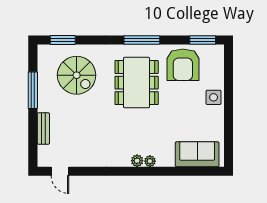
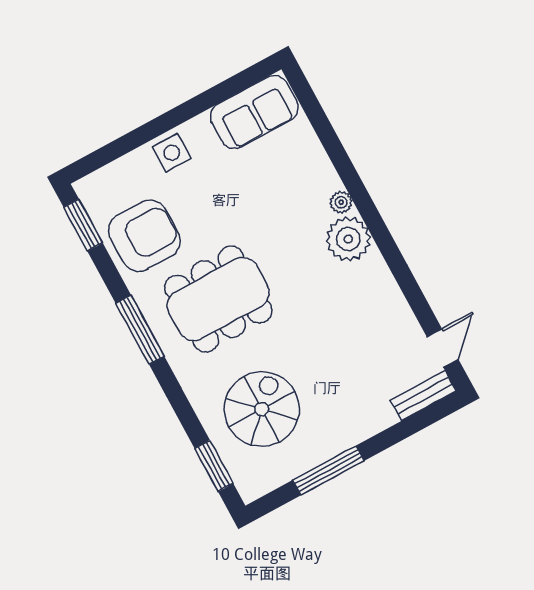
bench: (43, 128) -> (423, 396), moved
sofa: (197, 154) -> (254, 112), moved, turned -90
plant: (137, 161) -> (348, 239), width x1.87, depth x1.87

